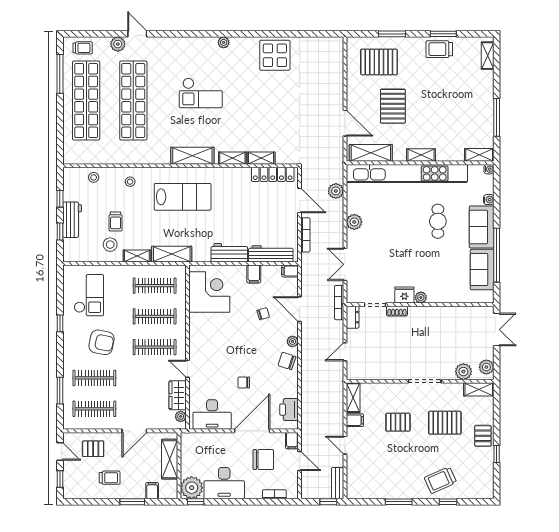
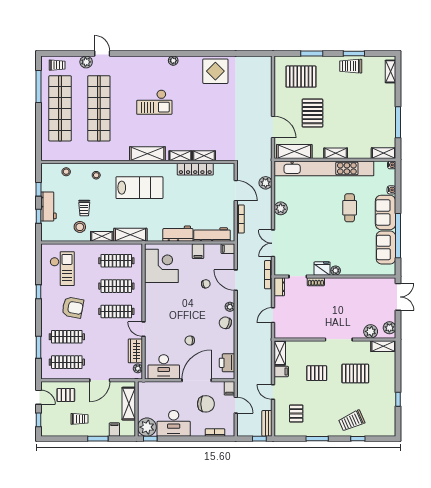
locker: (273, 174) -> (195, 169), moved
pallet: (483, 436) -> (296, 414), moved

